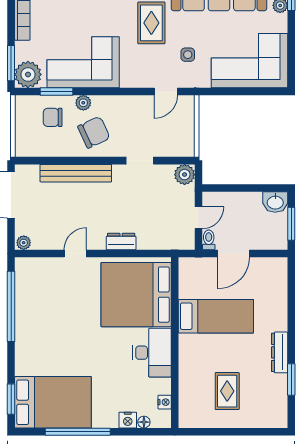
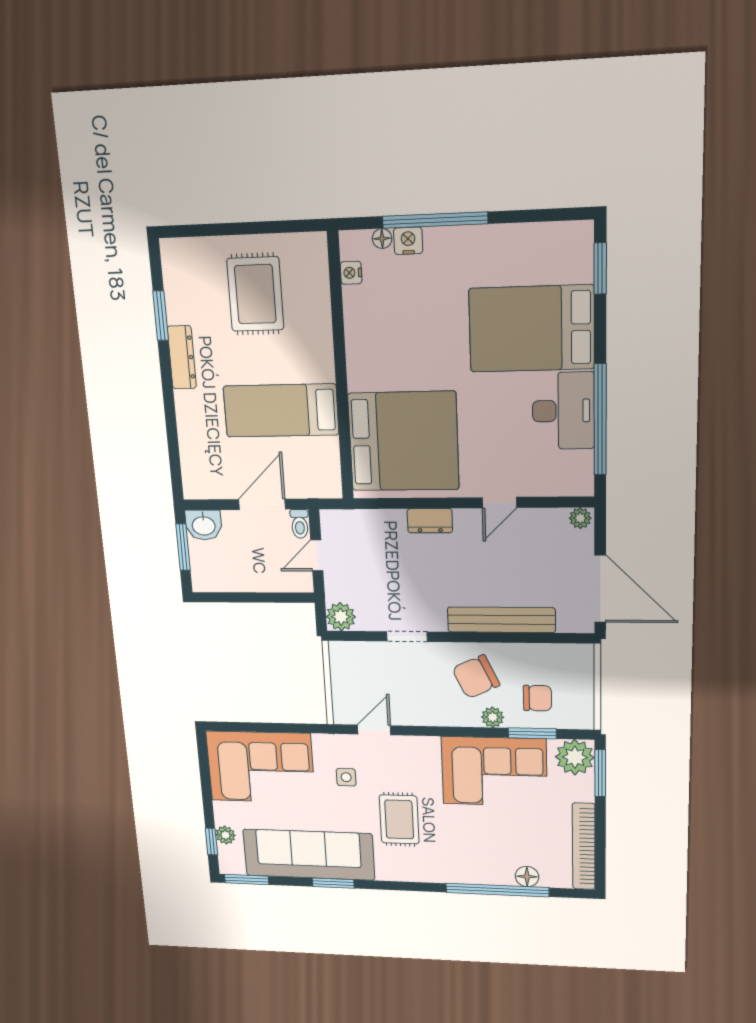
washbasin: (275, 202) -> (204, 525), moved, turned 180
desk: (152, 353) -> (563, 411), moved, turned 180
rug: (227, 391) -> (255, 294), width x1.36, depth x1.43
bed: (53, 402) -> (532, 329), moved
window: (78, 432) -> (435, 220), moved

